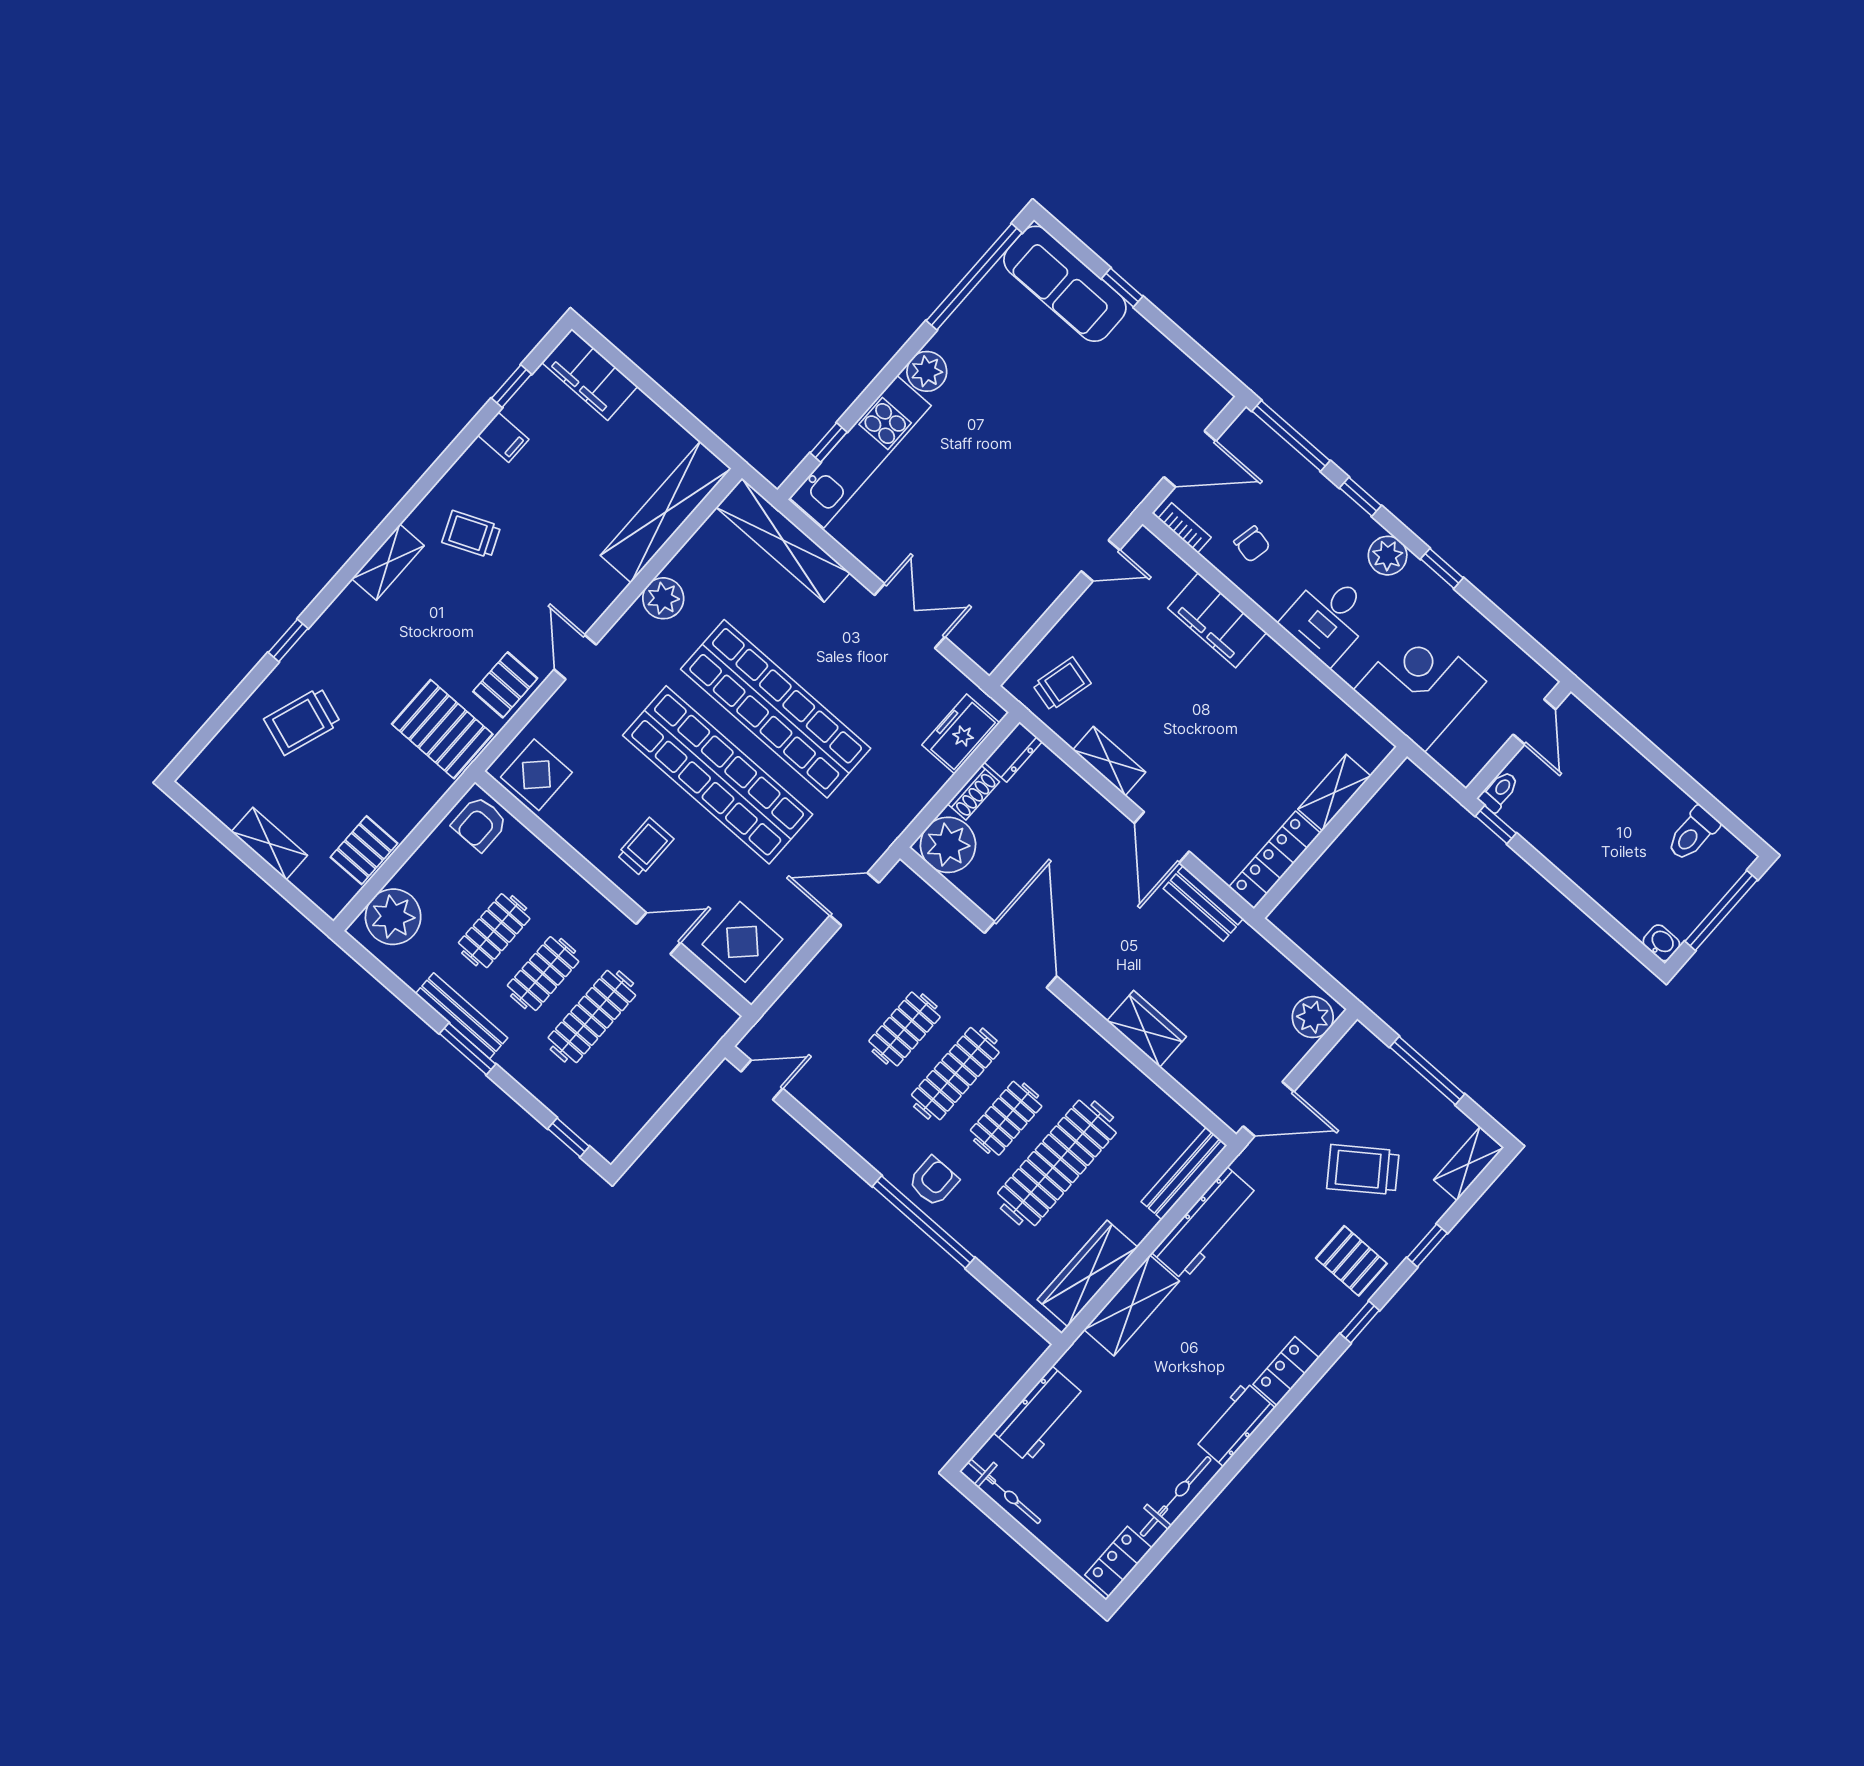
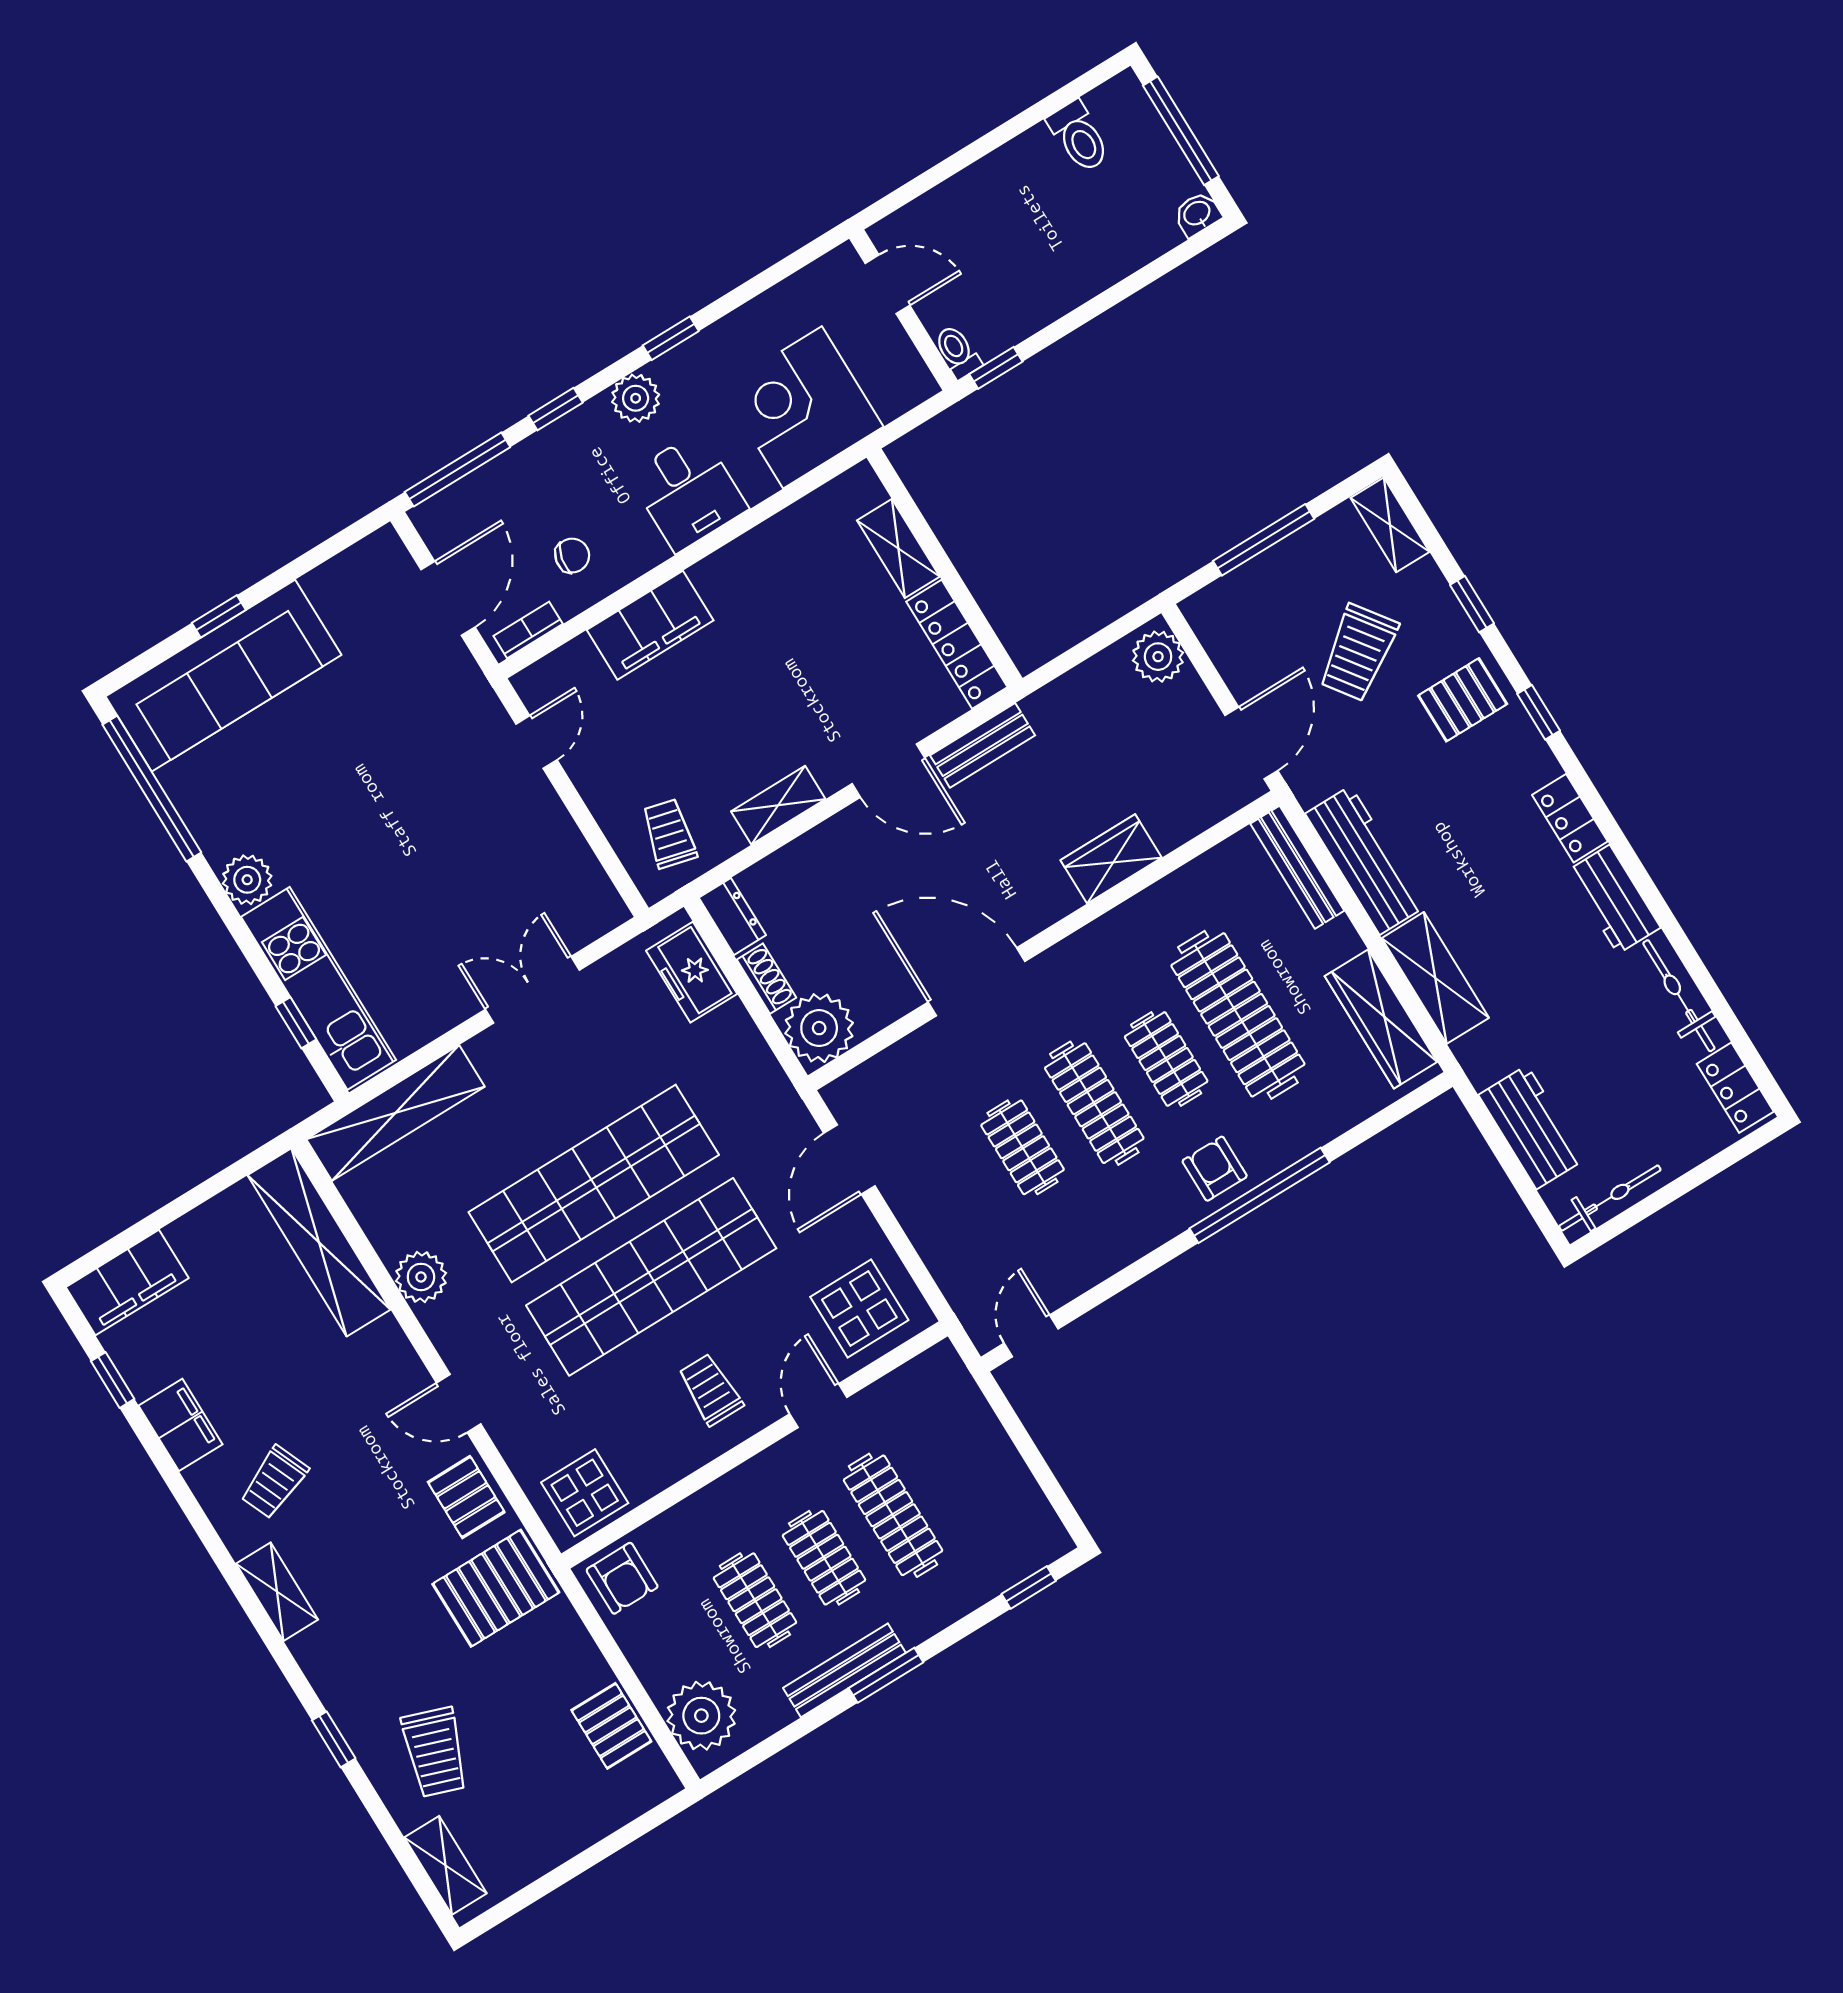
sofa: (1065, 284) -> (223, 676), width x1.36, depth x1.27
filing cabinet: (503, 437) -> (181, 1425), width x2.00
shelving: (269, 844) -> (445, 1865), moved, turned 90

